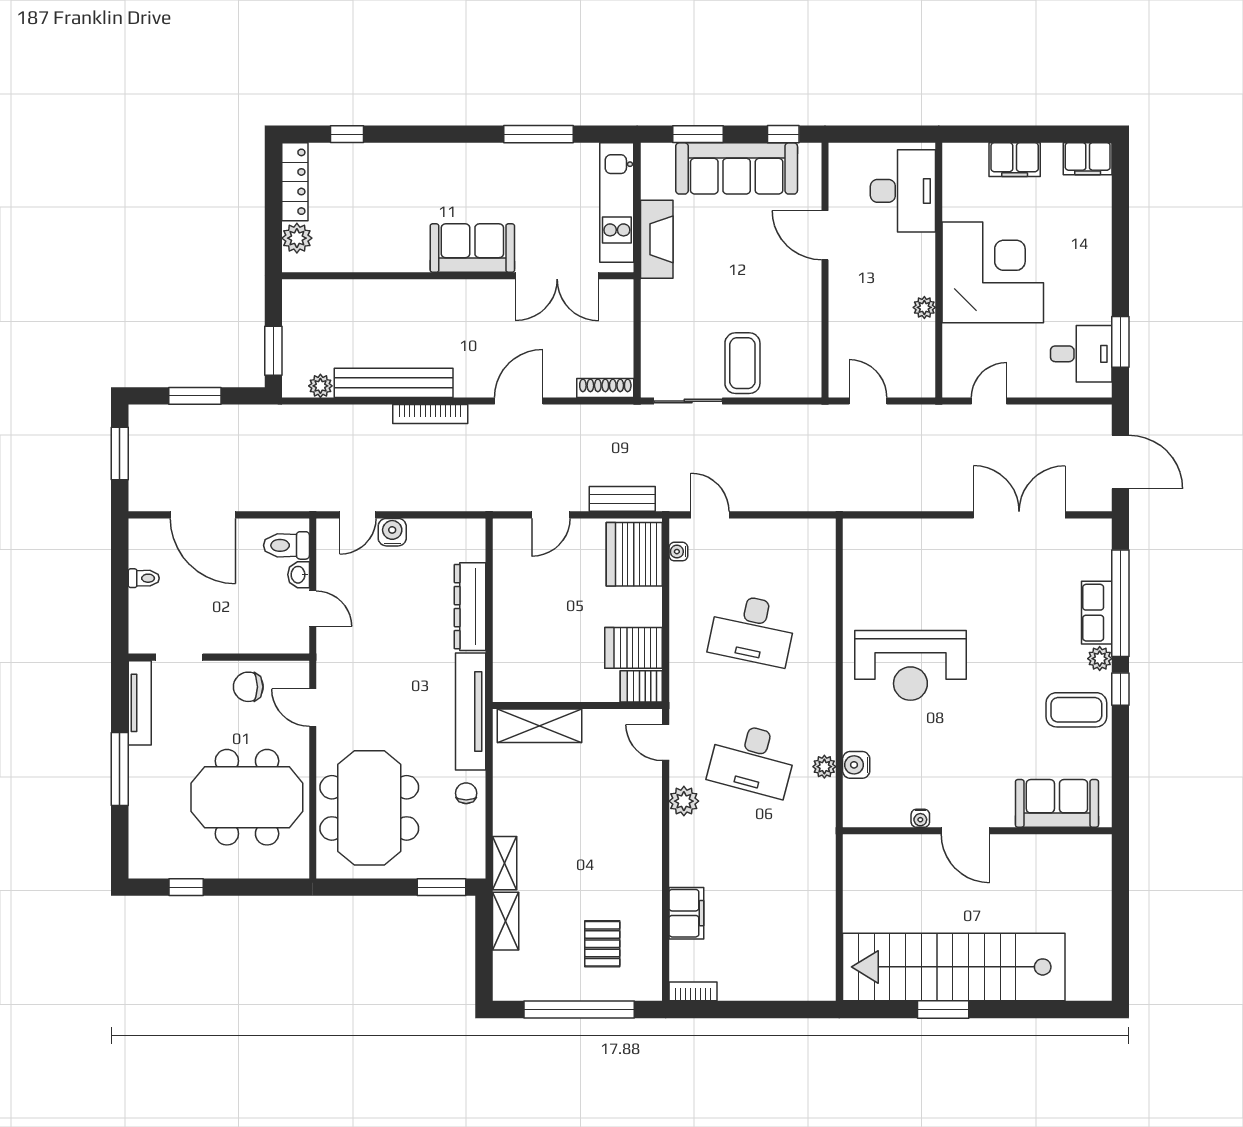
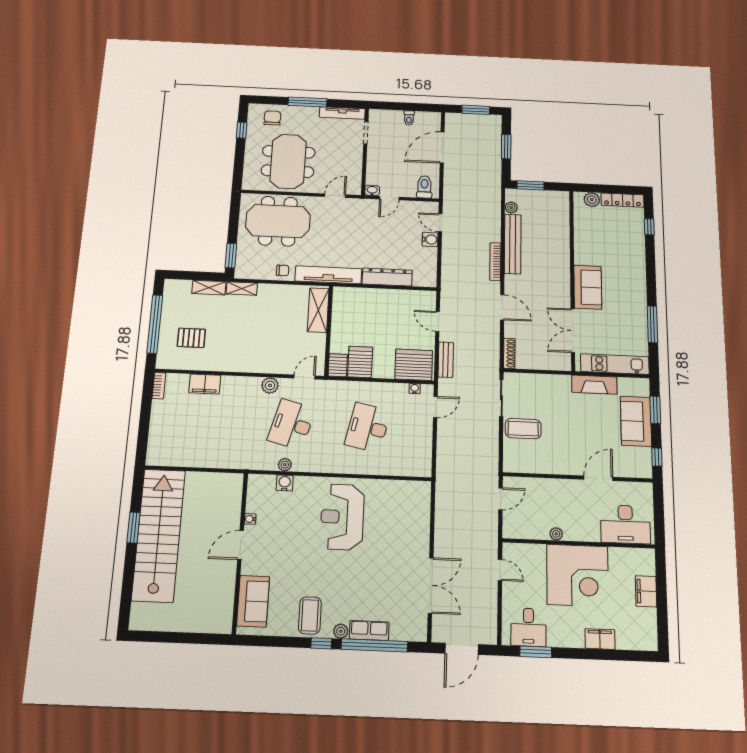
filing cabinet: (1088, 159) -> (600, 639), moved, turned 90
sofa: (737, 168) -> (636, 421), width x0.73
washbasin: (299, 575) -> (372, 190), moved
chair: (248, 687) -> (272, 118), moved

